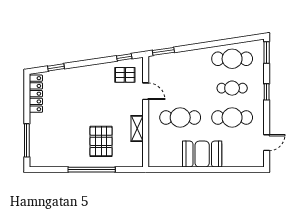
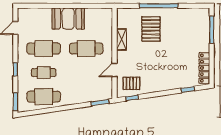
door: (146, 91) -> (115, 70), hinge flipped

